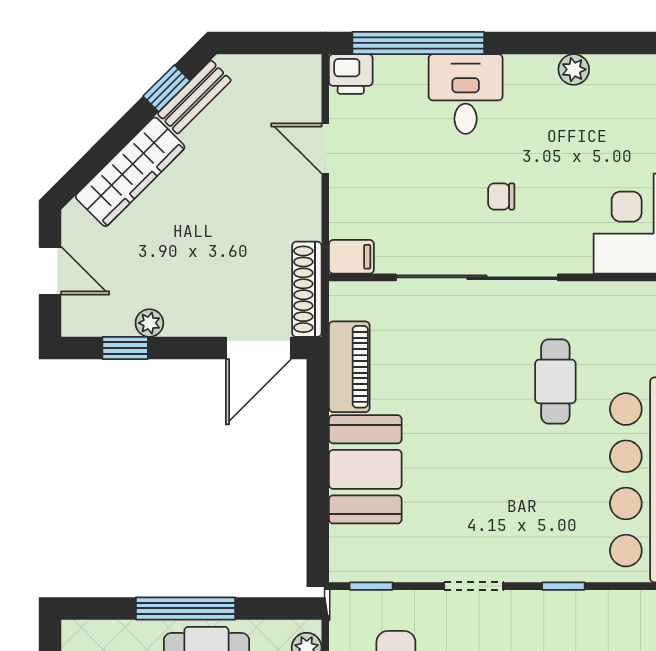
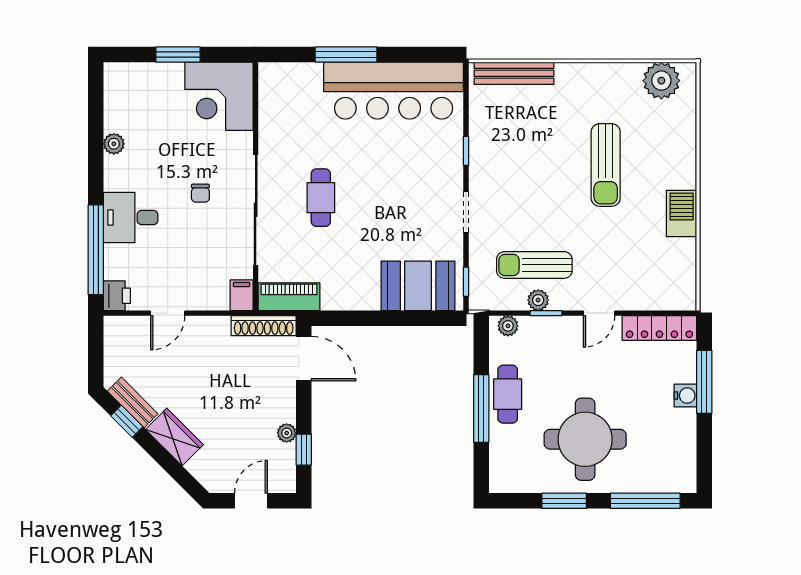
wardrobe: (130, 172) -> (174, 437), width x0.67
piano: (349, 367) -> (289, 297), moved
cafe table: (555, 381) -> (321, 198), moved, turned 90
booth: (365, 469) -> (418, 286), moved

